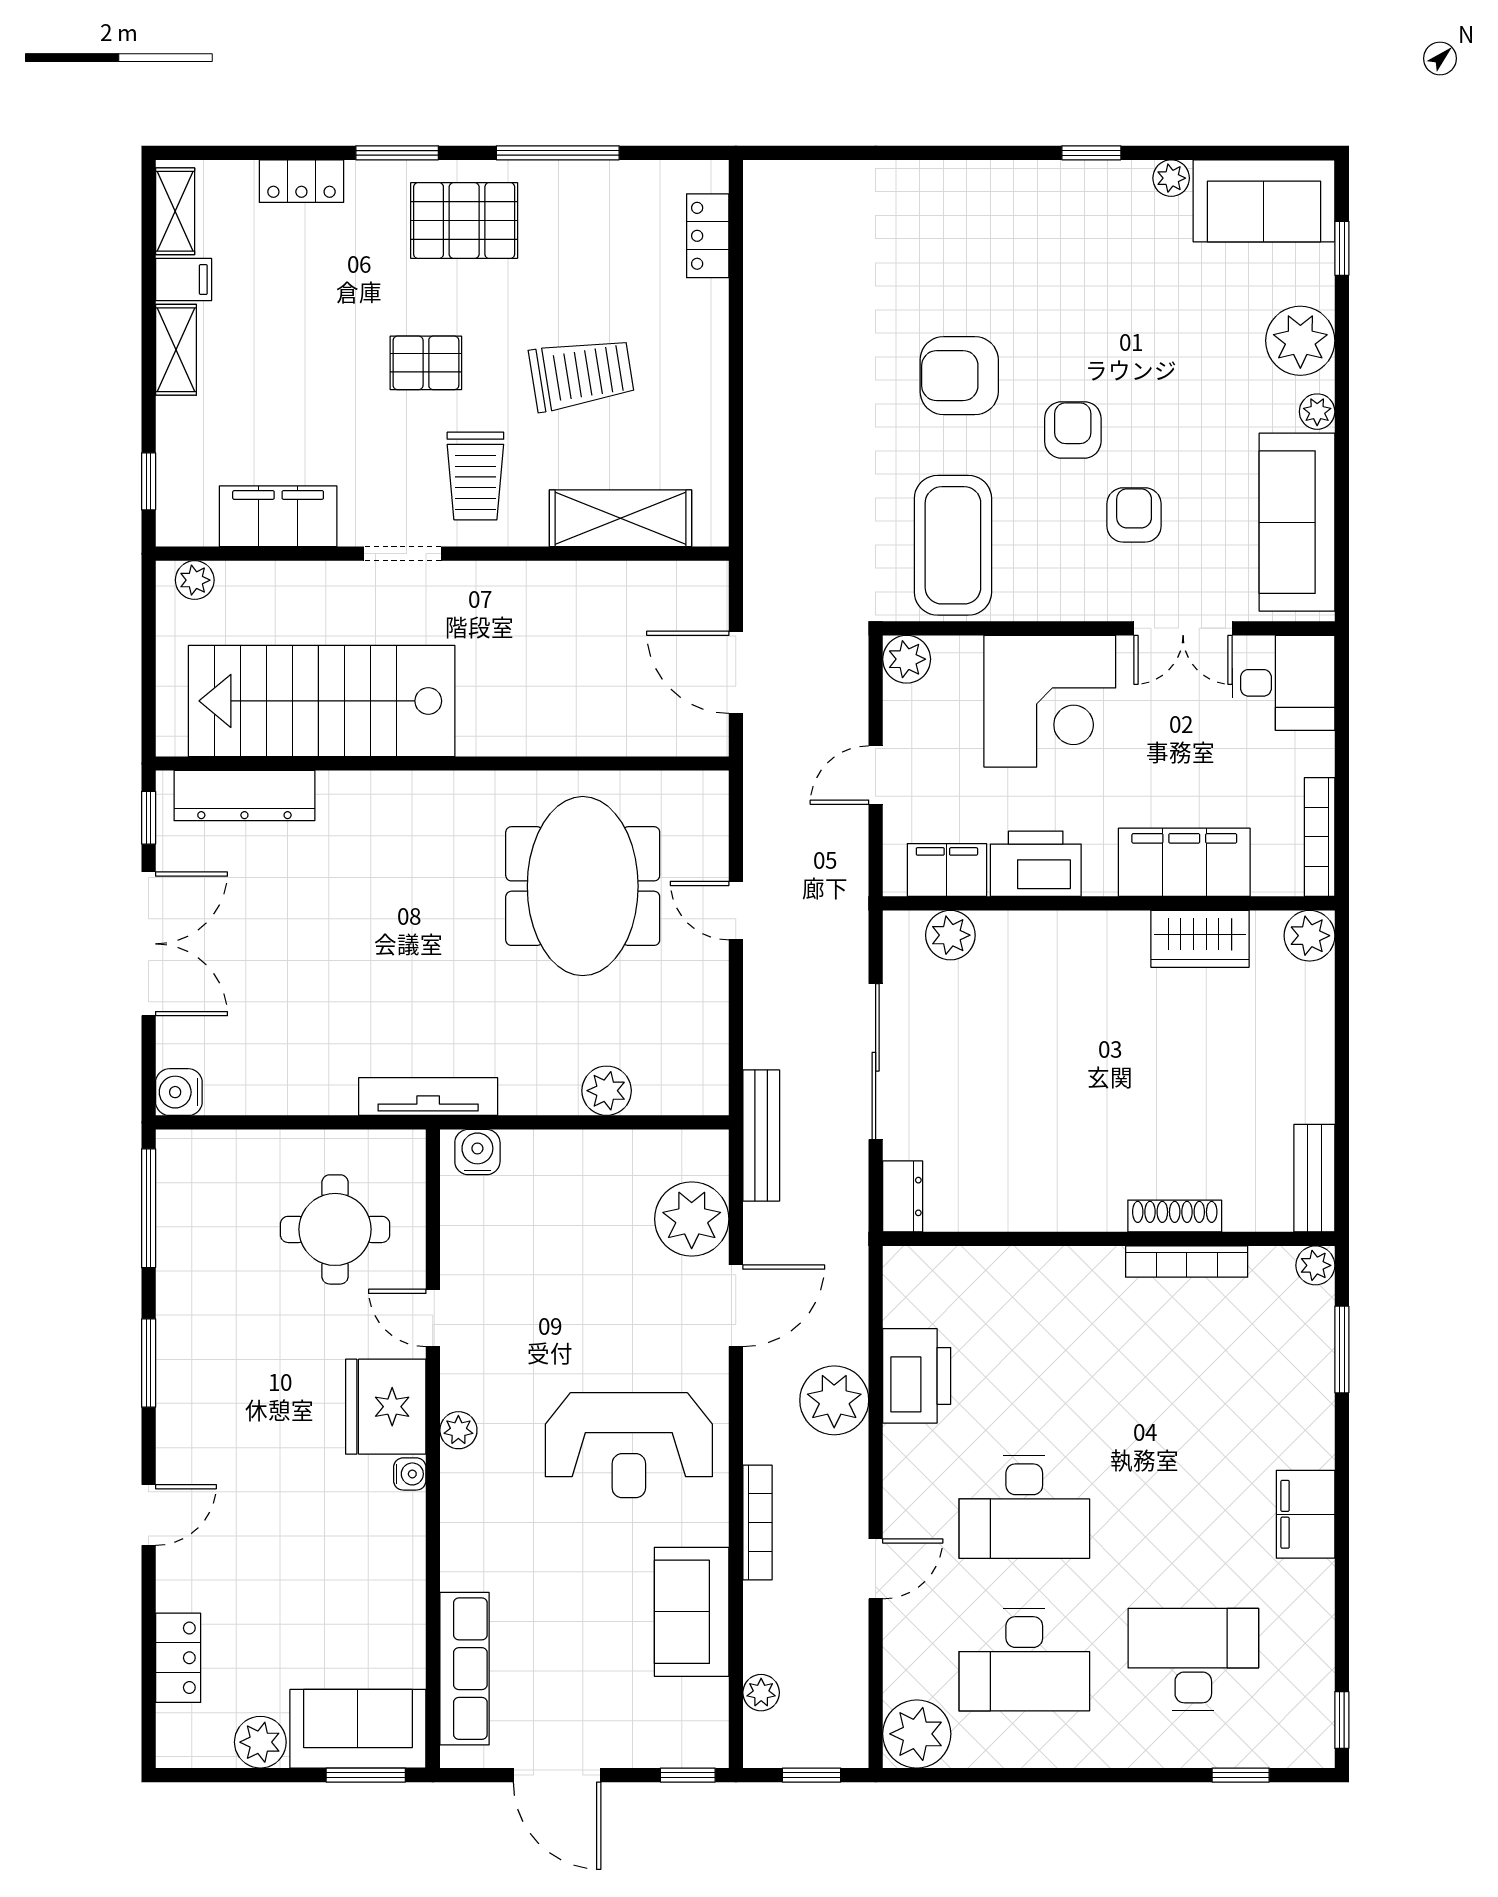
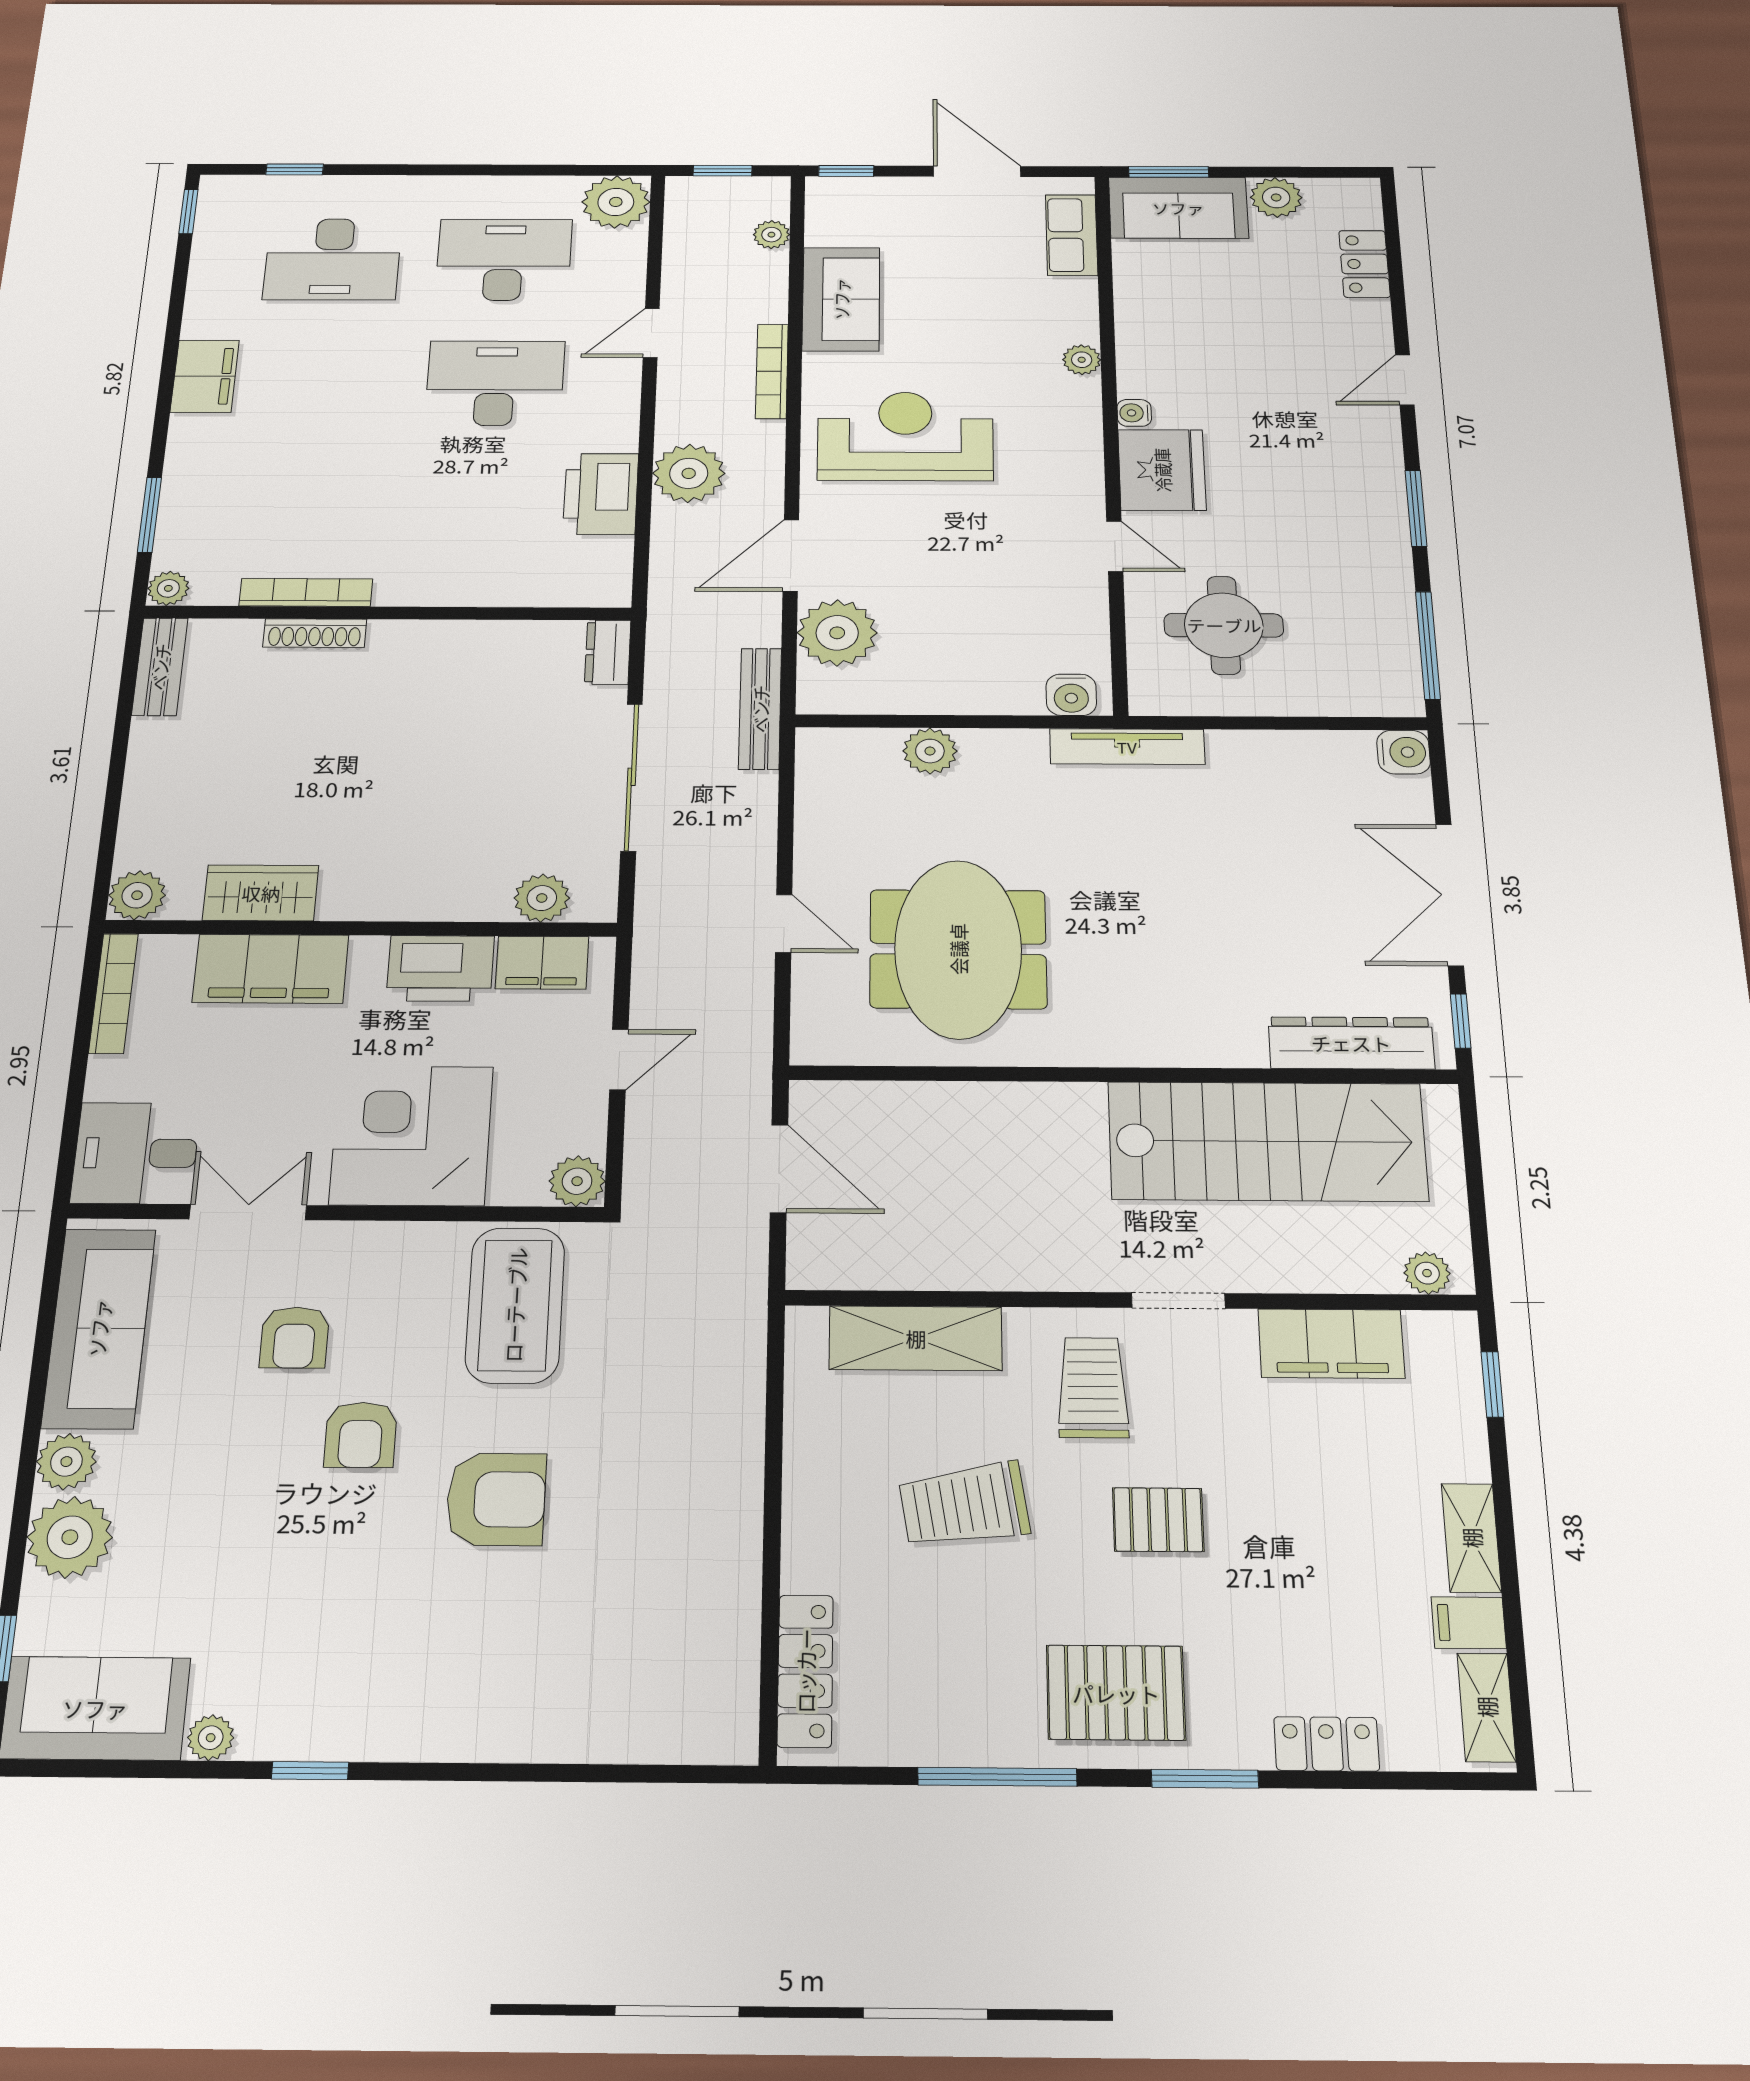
locker: (708, 236) -> (805, 1671), width x1.53
plant: (1317, 412) -> (66, 1462), width x1.38, depth x1.38
plant: (458, 1430) -> (1082, 360), moved
row of seats: (465, 1669) -> (1072, 235), width x0.68

